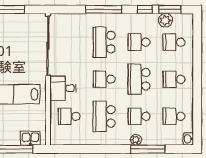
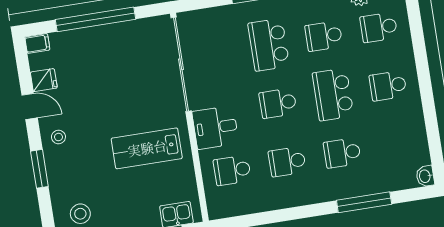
school desk: (104, 116) -> (287, 162), width x0.54
school desk: (174, 116) -> (397, 144), removed
plant: (136, 140) -> (343, 191), removed

